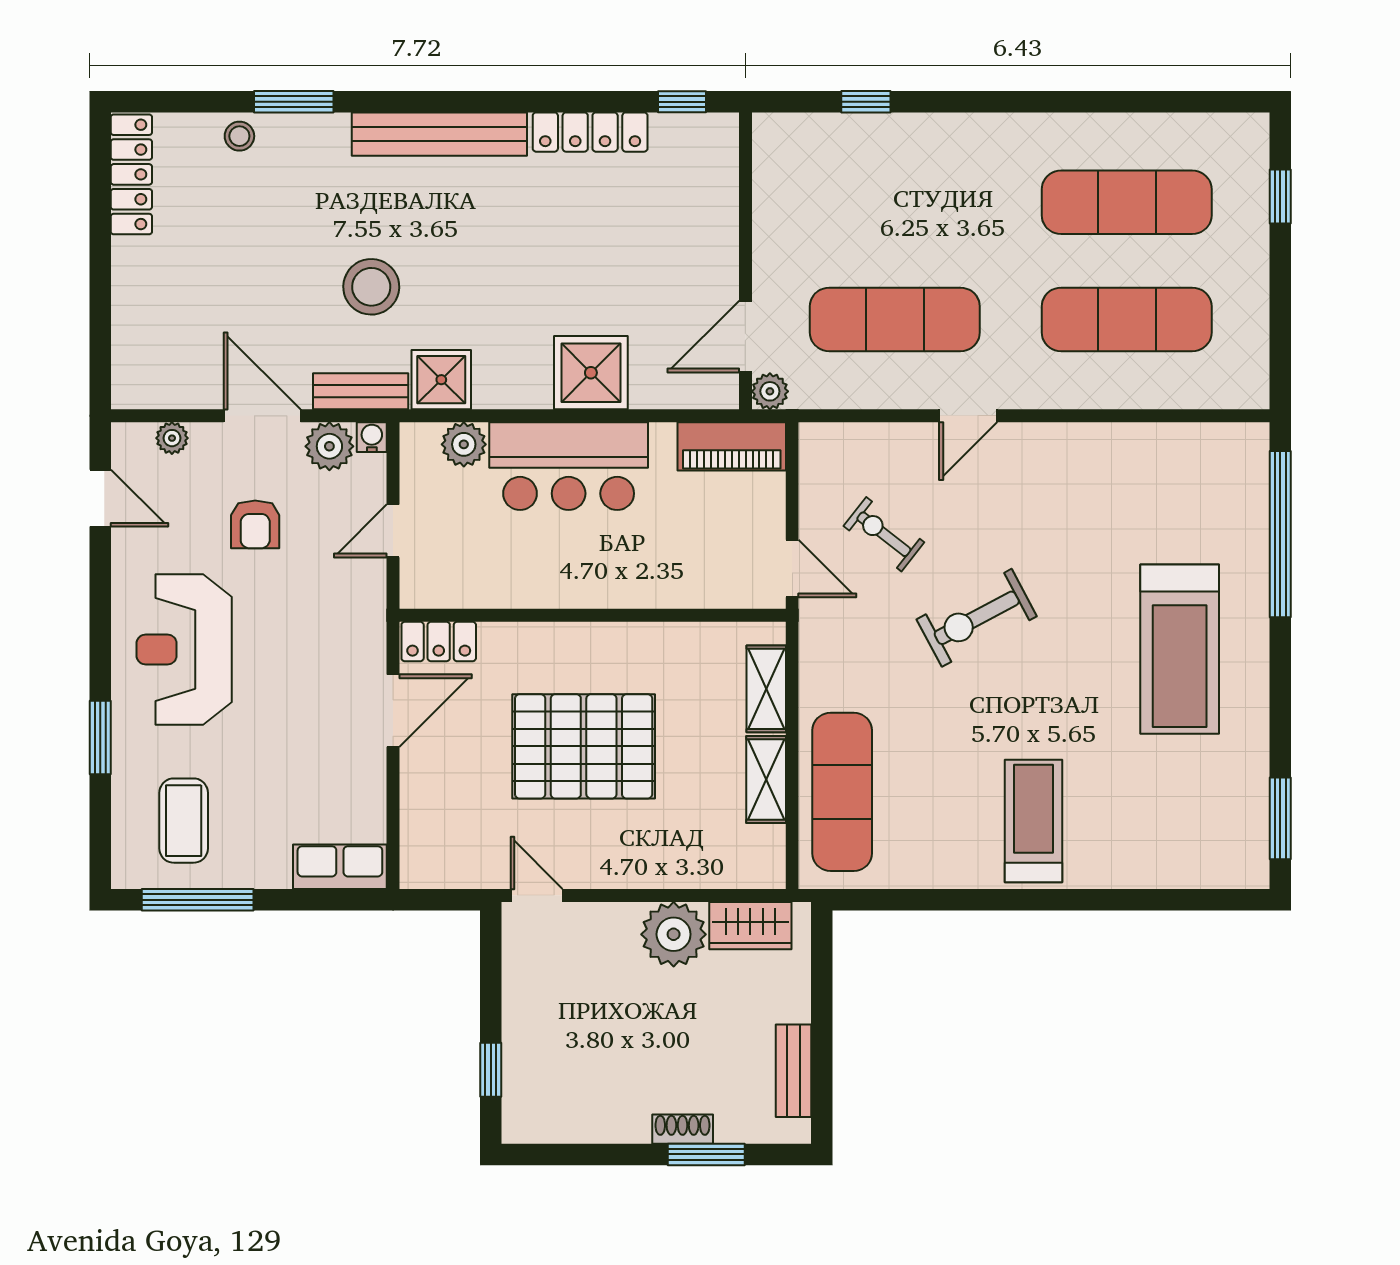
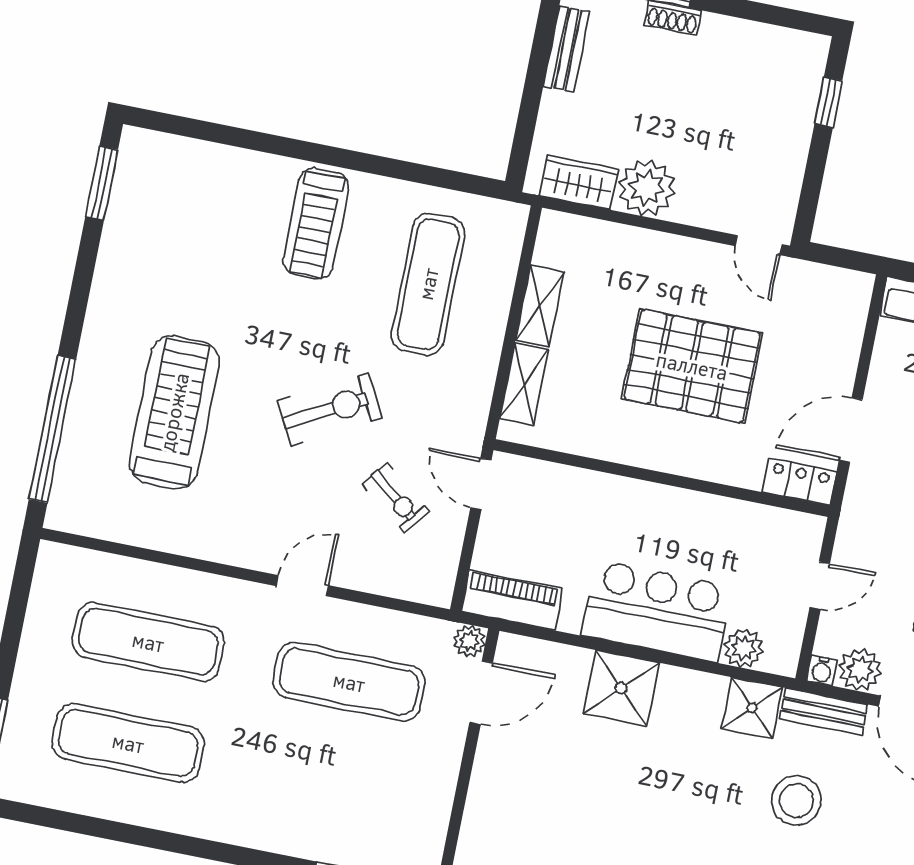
treadmill: (1180, 649) -> (174, 412), moved
exercise mat: (842, 792) -> (428, 284), moved

